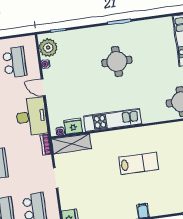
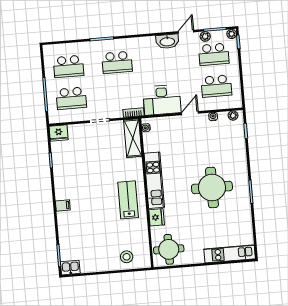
plant: (48, 48) -> (233, 116), width x0.53, depth x0.53
round table: (117, 61) -> (212, 187), width x1.36, depth x1.36
fridge: (73, 126) -> (157, 217), moved
lab bench: (139, 163) -> (128, 200), moved, turned 180

